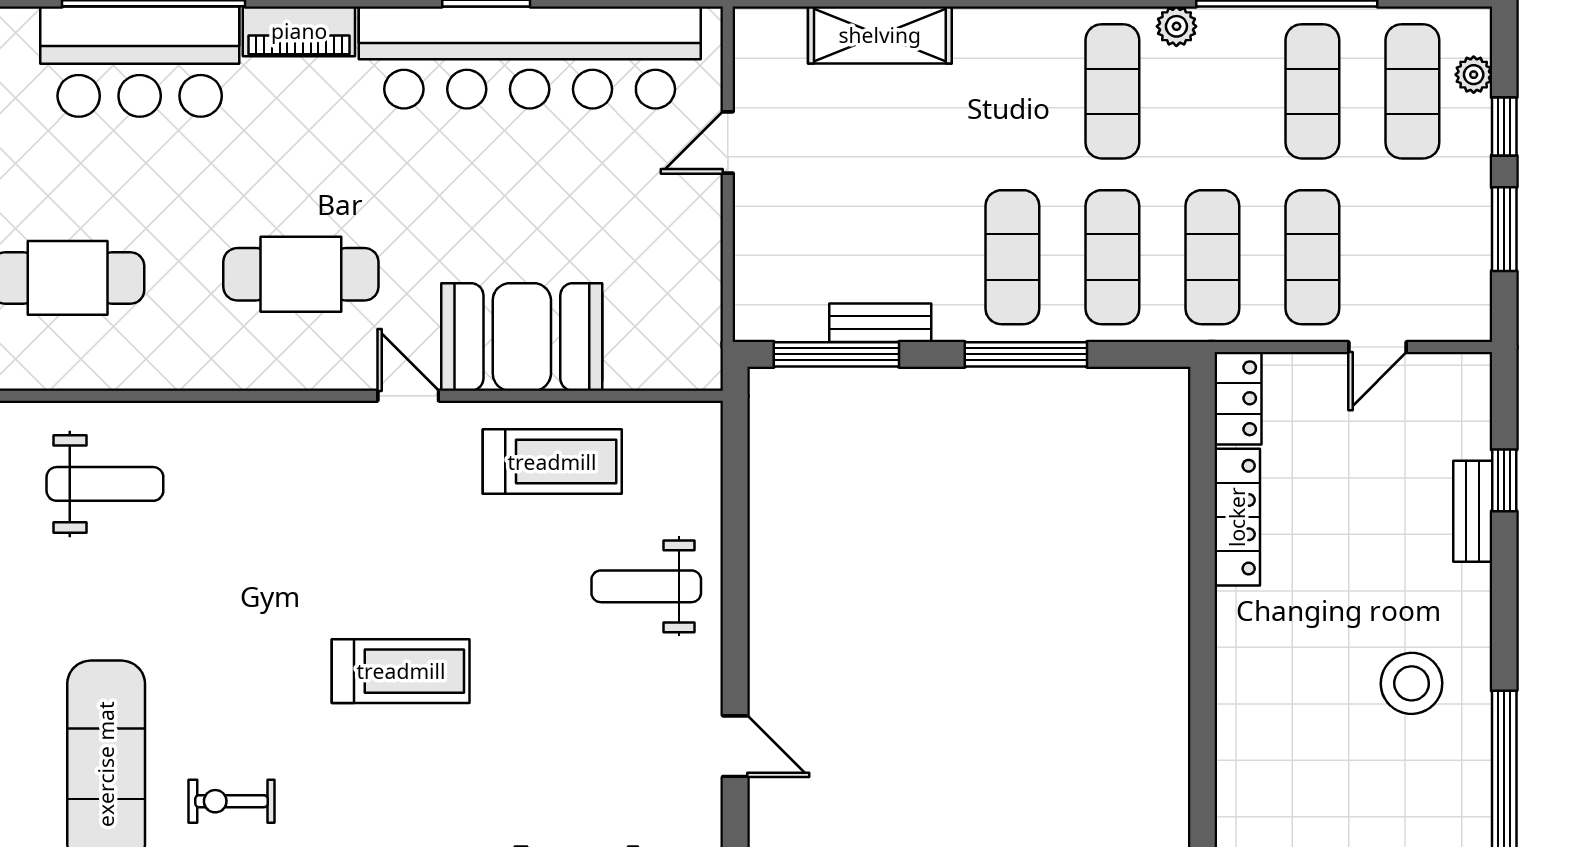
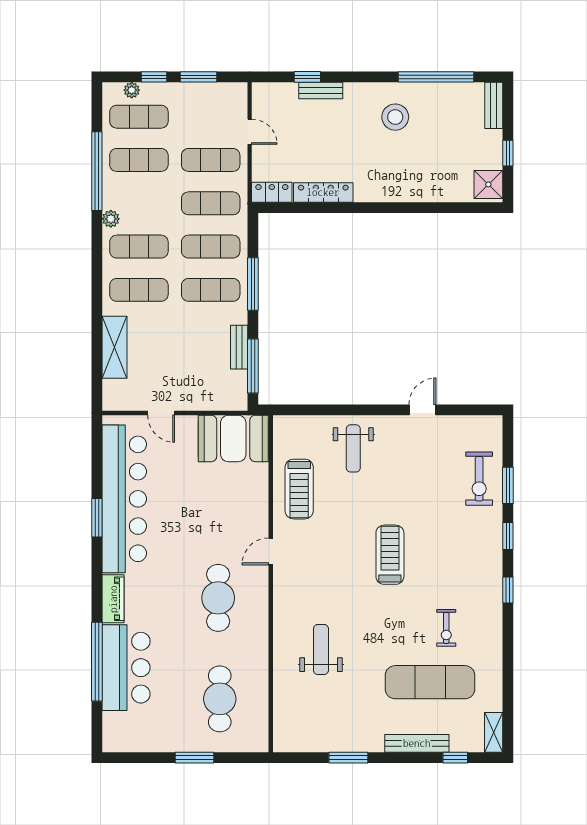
exercise mat: (1012, 91) -> (139, 290), added
booth: (522, 337) -> (233, 438), moved, turned 90
treadmill: (552, 462) -> (299, 489), turned 180
weight bench: (105, 484) -> (321, 649), moved

